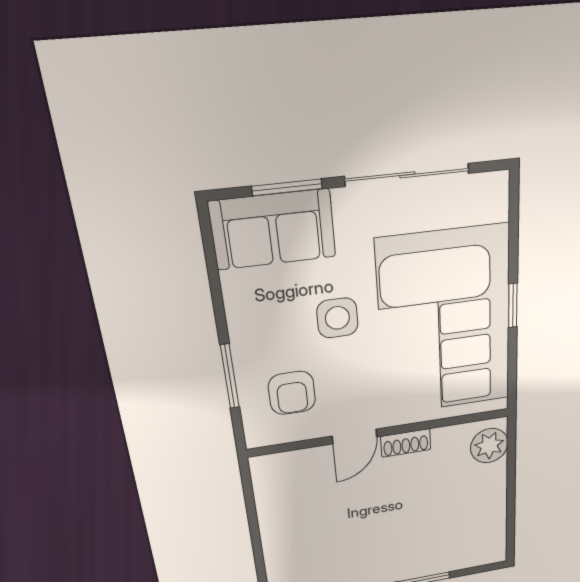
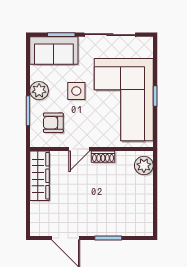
plant: (249, 329) -> (39, 91), added
armchair: (292, 393) -> (53, 123), turned 90
wardrobe: (275, 500) -> (39, 176), added

